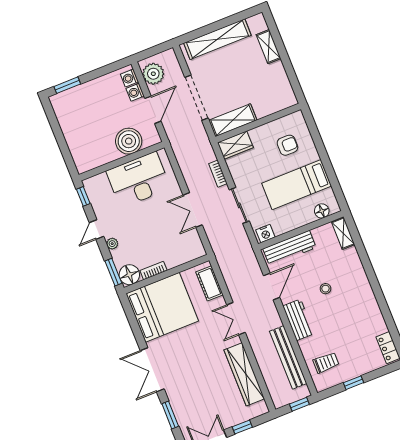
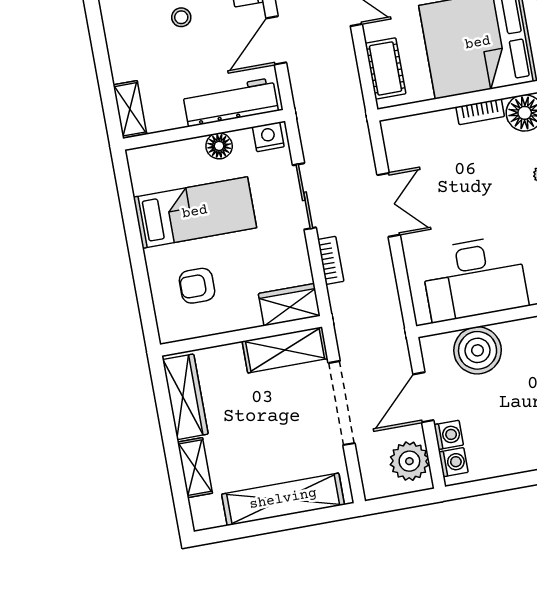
wardrobe: (282, 84) -> (185, 397), added
floor lamp: (322, 211) -> (219, 146), moved

